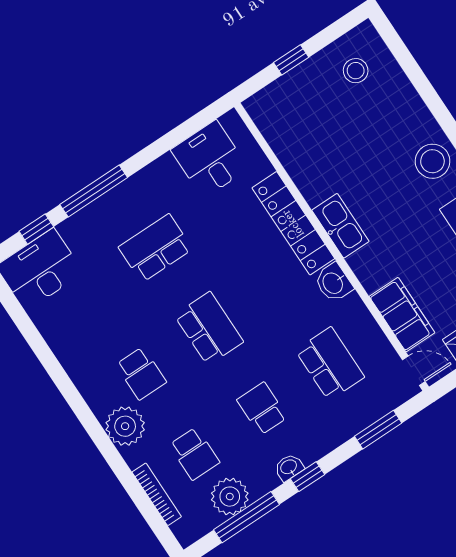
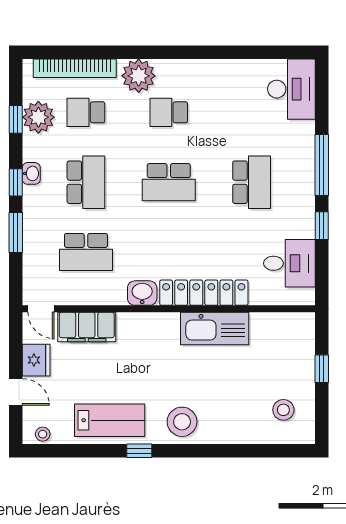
kitchen sink: (340, 226) -> (215, 328), moved, width x1.36, depth x1.24
window: (36, 229) -> (322, 226), moved
door: (414, 371) -> (41, 309), hinge flipped
school desk: (262, 409) -> (86, 182), width x1.85
window: (378, 430) -> (16, 233), moved
bookcase: (157, 494) -> (75, 68), width x1.48, depth x1.31
window: (247, 517) -> (16, 119), width x0.46

